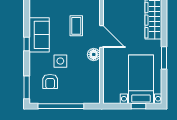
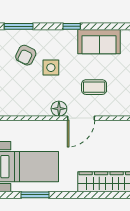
sofa: (39, 35) -> (99, 42), moved
window: (164, 58) -> (35, 195), moved
armchair: (50, 81) -> (26, 55), turned -64

